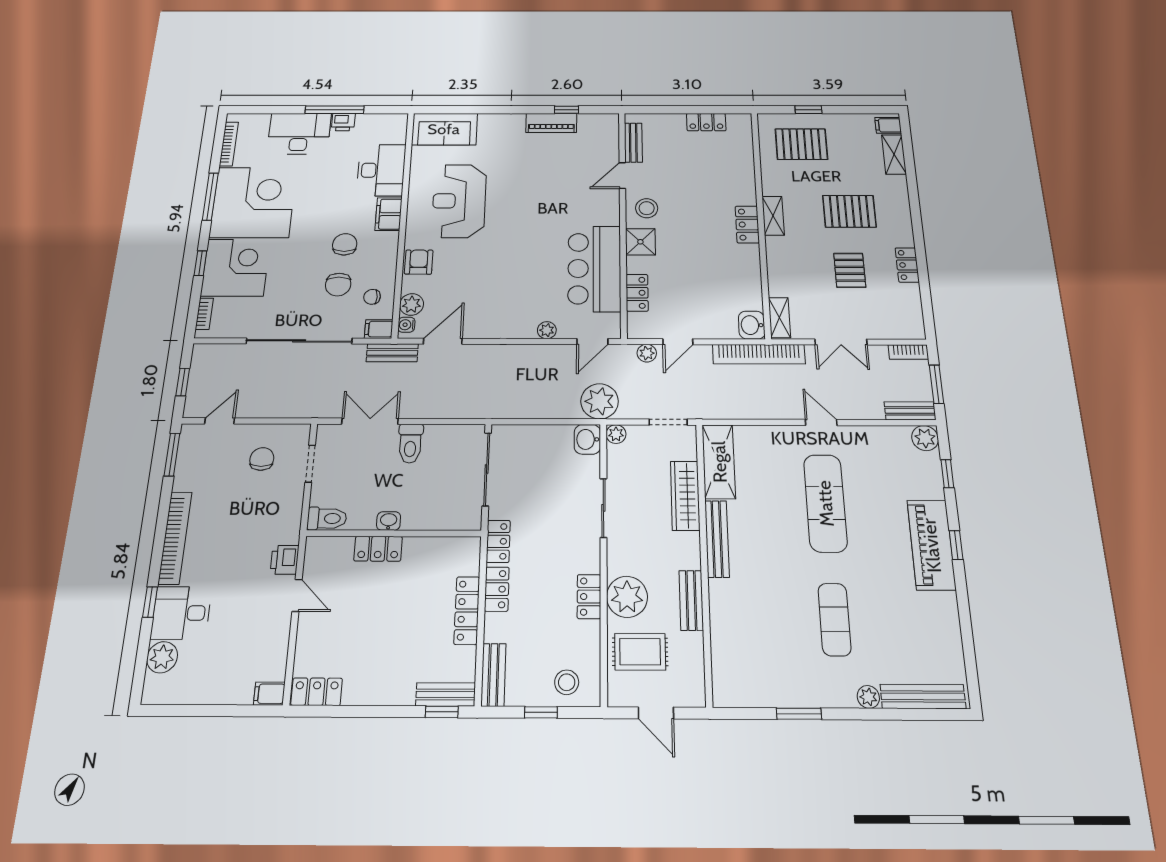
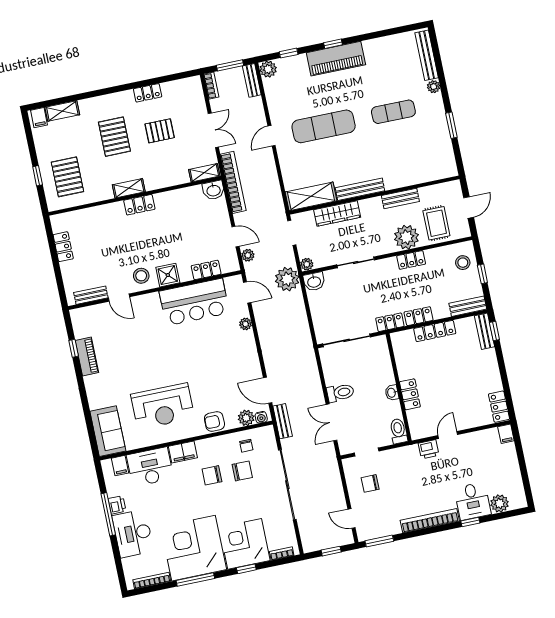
filing cabinet: (379, 329) -> (120, 466), moved

